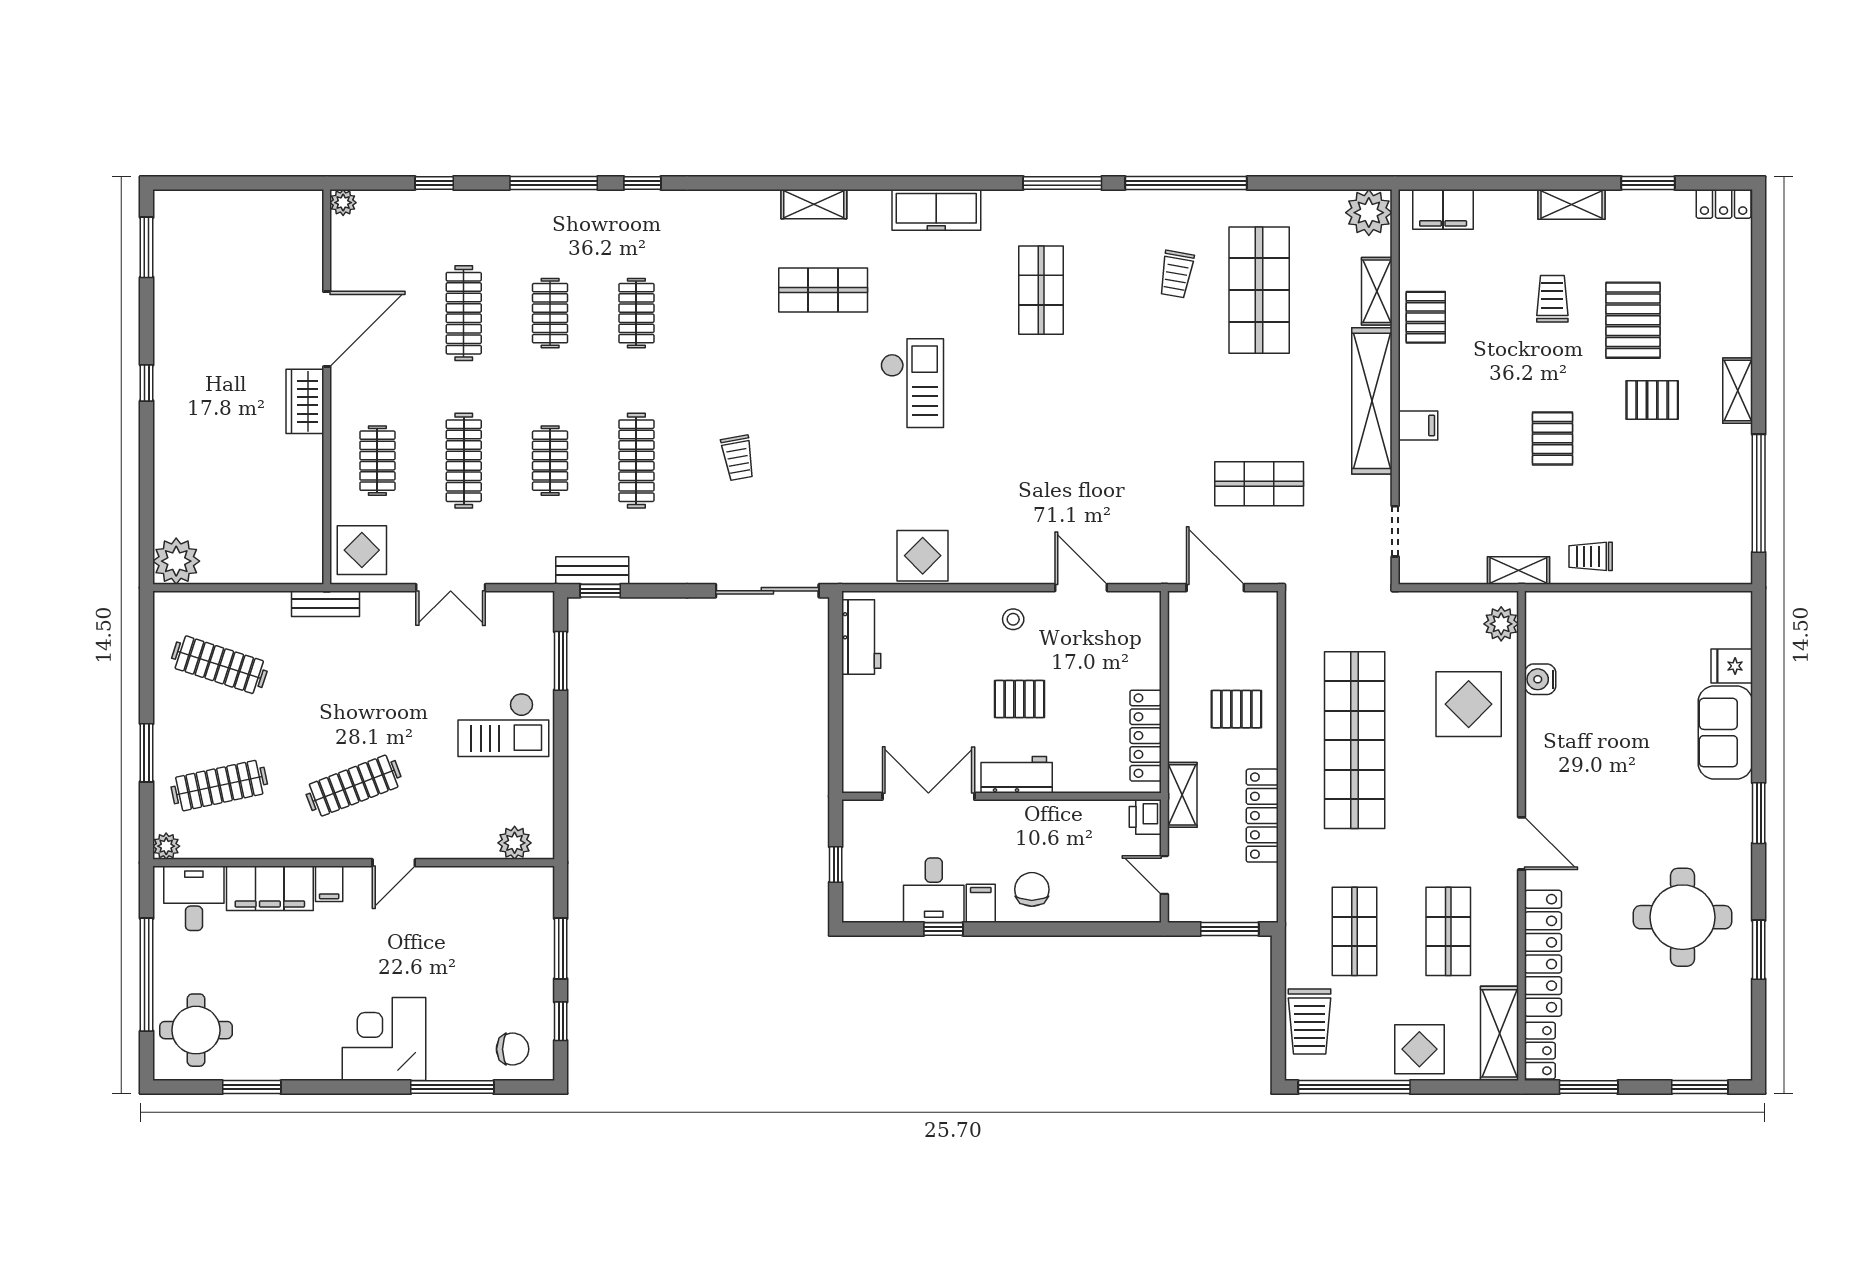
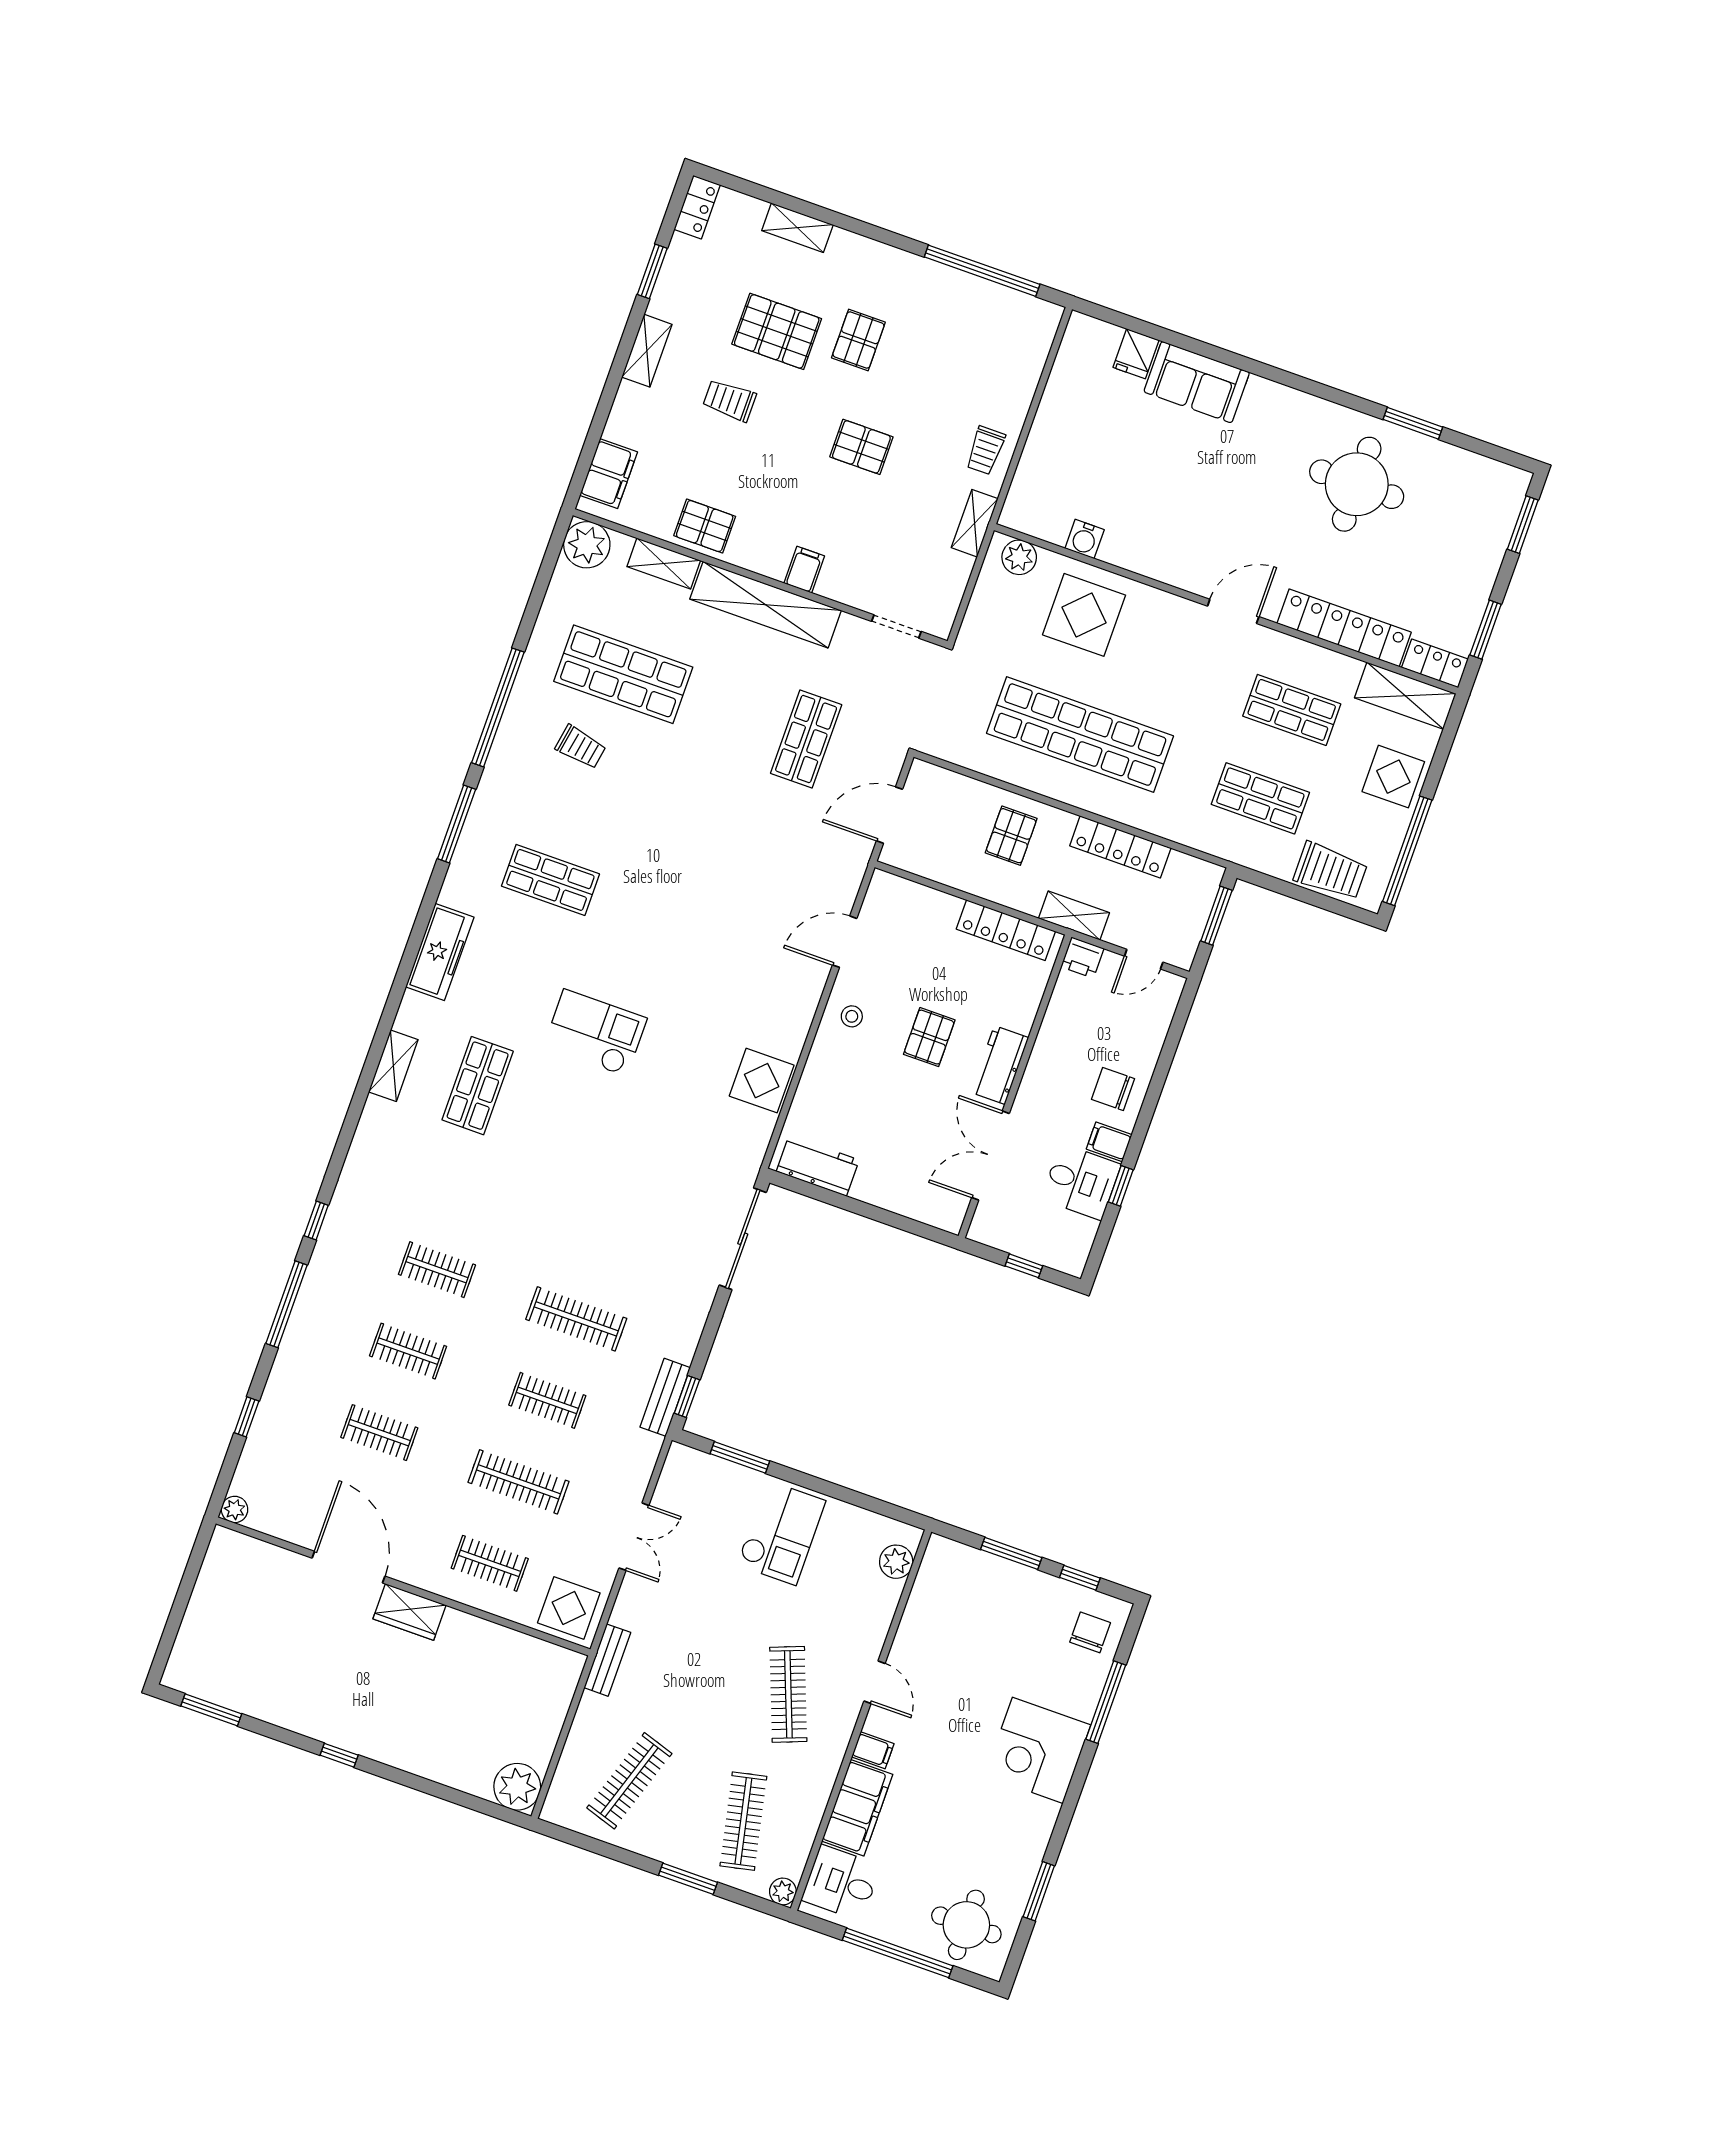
clothes rail: (464, 313) -> (379, 1433), width x0.73
shelving: (1738, 391) -> (797, 228), moved
trolley: (738, 458) -> (607, 1222), removed
window: (1759, 813) -> (1284, 378), removed

